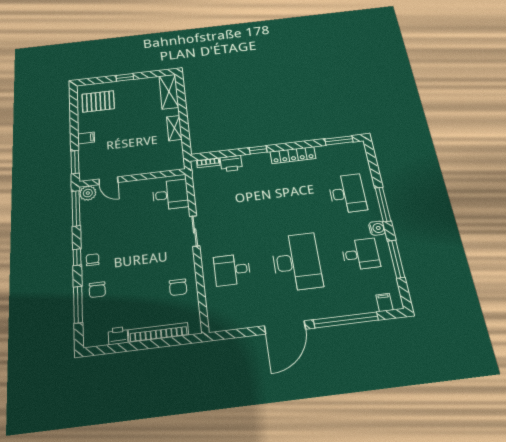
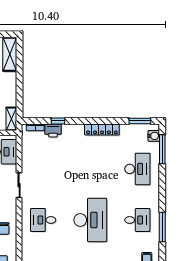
shelving: (174, 128) -> (11, 119), moved
window: (258, 150) -> (58, 121), moved
window: (383, 204) -> (162, 149), moved
water cooler: (377, 228) -> (154, 136), moved

